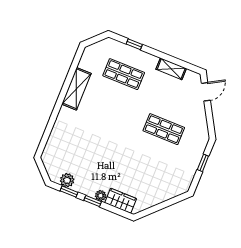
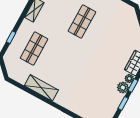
plant: (67, 180) -> (123, 87), moved

